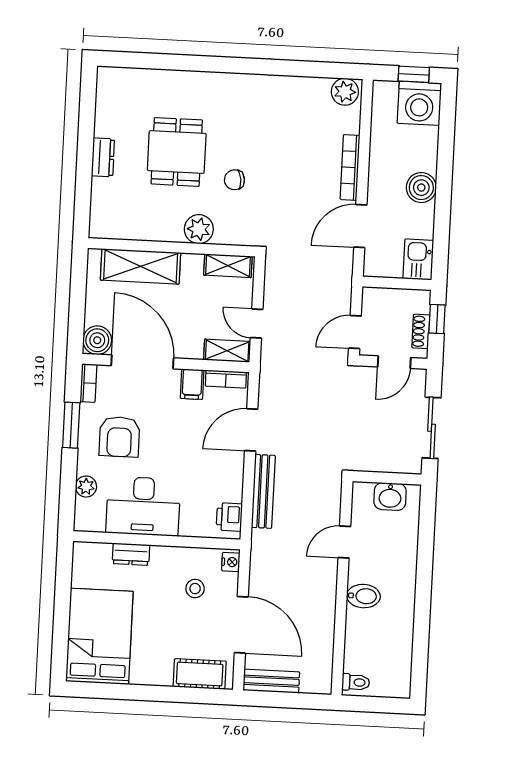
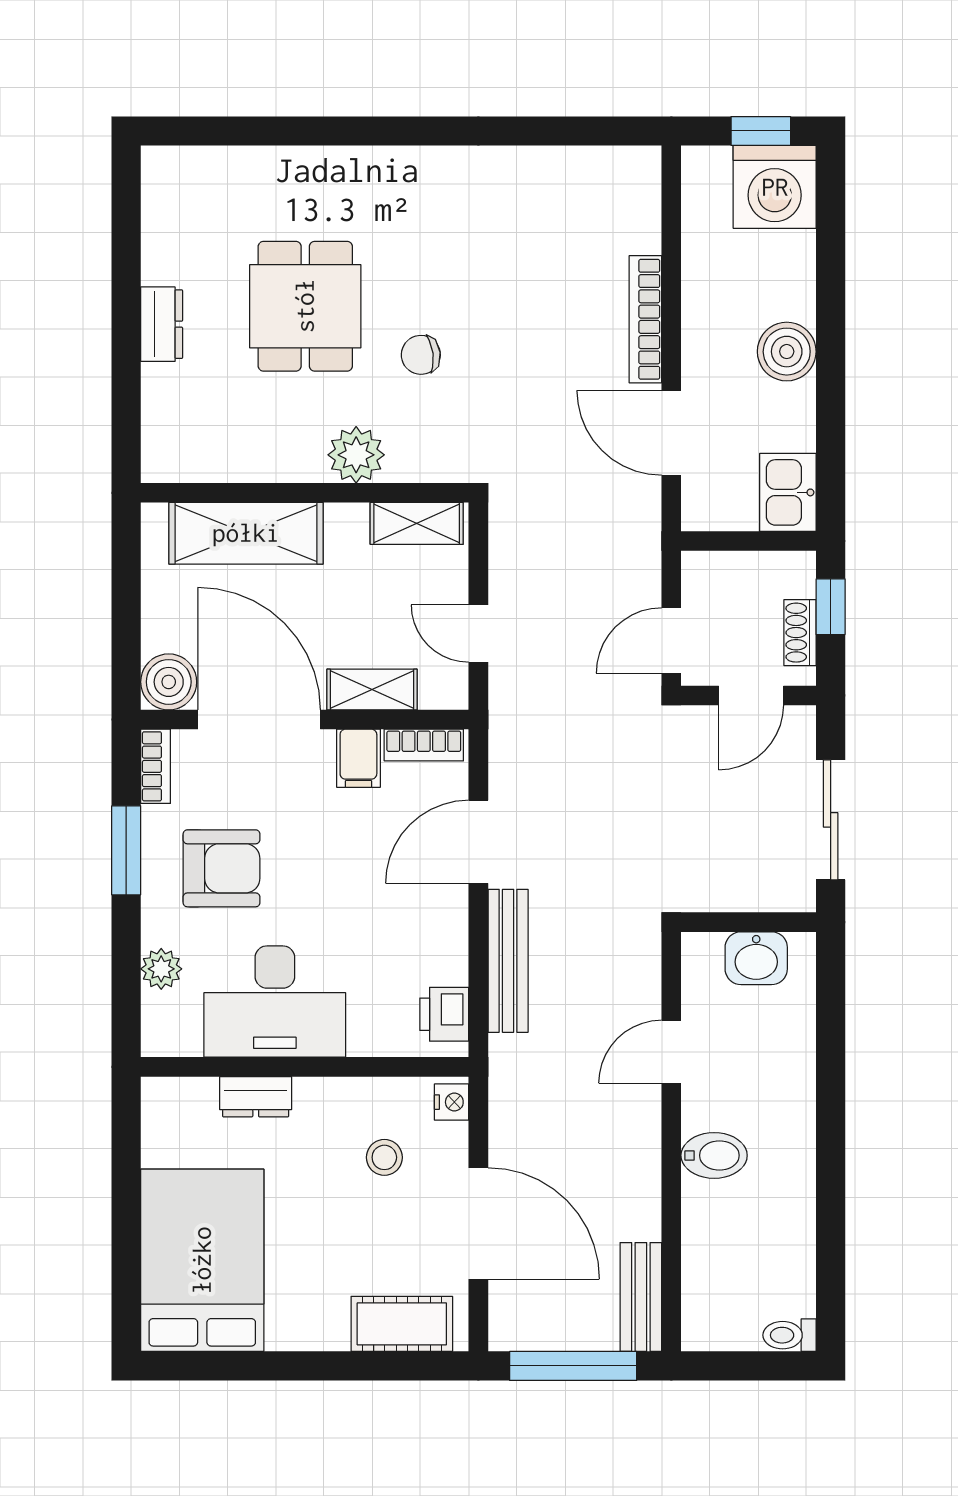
plant: (345, 92) -> (628, 172), removed
door: (360, 226) -> (671, 433), hinge flipped
shelving: (227, 351) -> (372, 690), moved
armchair: (119, 437) -> (221, 868), turned -90
bench: (271, 681) -> (641, 1297), moved, turned 90
toilet: (356, 682) -> (789, 1335), moved, turned 180
window: (286, 700) -> (573, 1366), added

